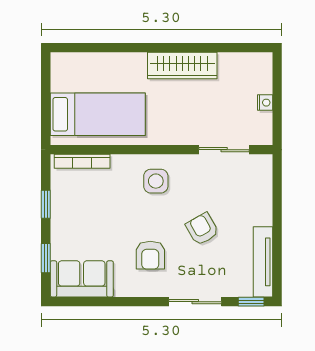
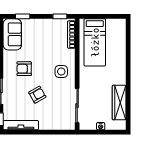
wardrobe: (182, 65) -> (119, 103), moved
sliding door: (224, 150) -> (77, 106), width x1.37
window: (46, 204) -> (60, 16), moved

